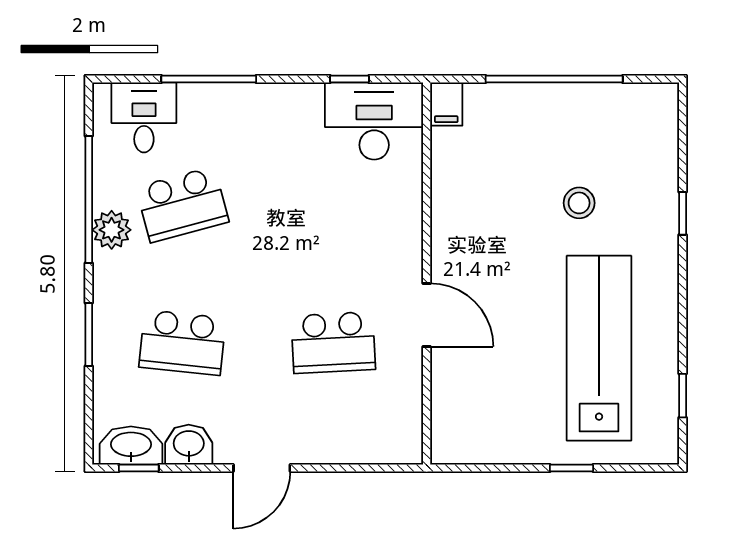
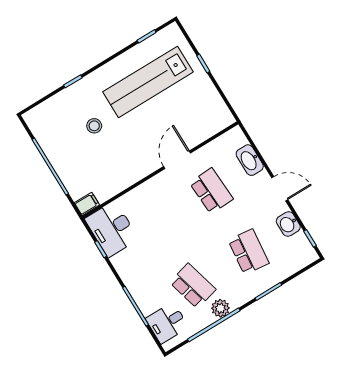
washbasin: (131, 445) -> (250, 160), moved

